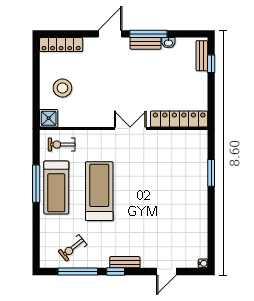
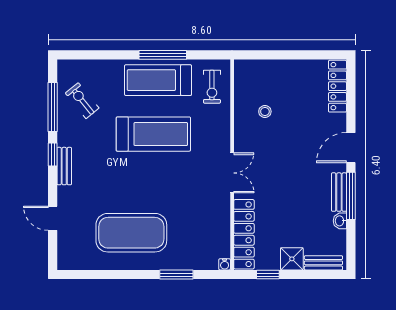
door: (110, 34) -> (351, 148), swing flipped
window: (211, 64) -> (268, 275), moved
stool: (62, 88) -> (265, 112), moved, width x0.53, depth x0.53
shower: (49, 118) -> (292, 259), moved
exercise bike: (62, 145) -> (212, 87), turned 180
exercise mat: (178, 209) -> (131, 233), added
water cooler: (203, 263) -> (225, 264), moved

